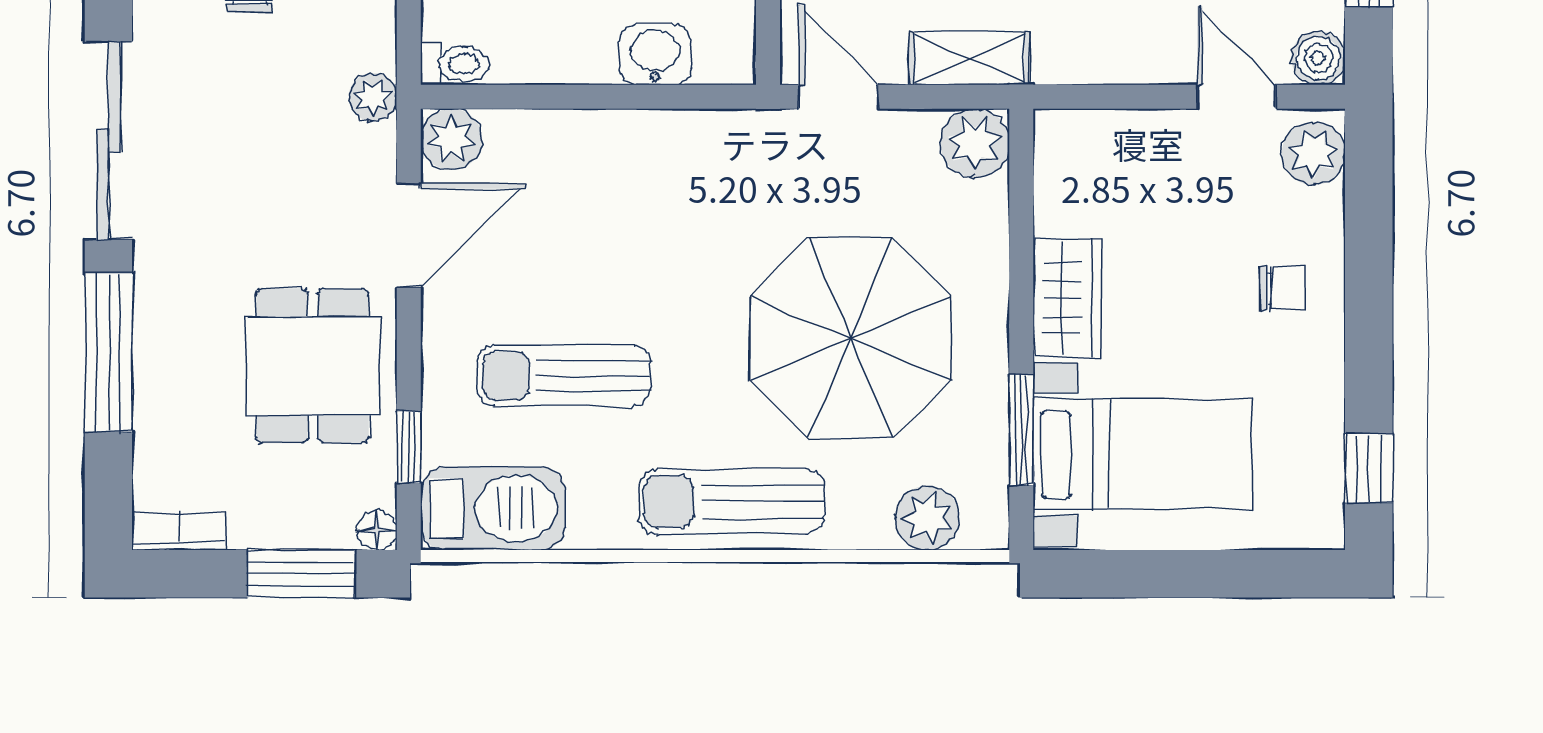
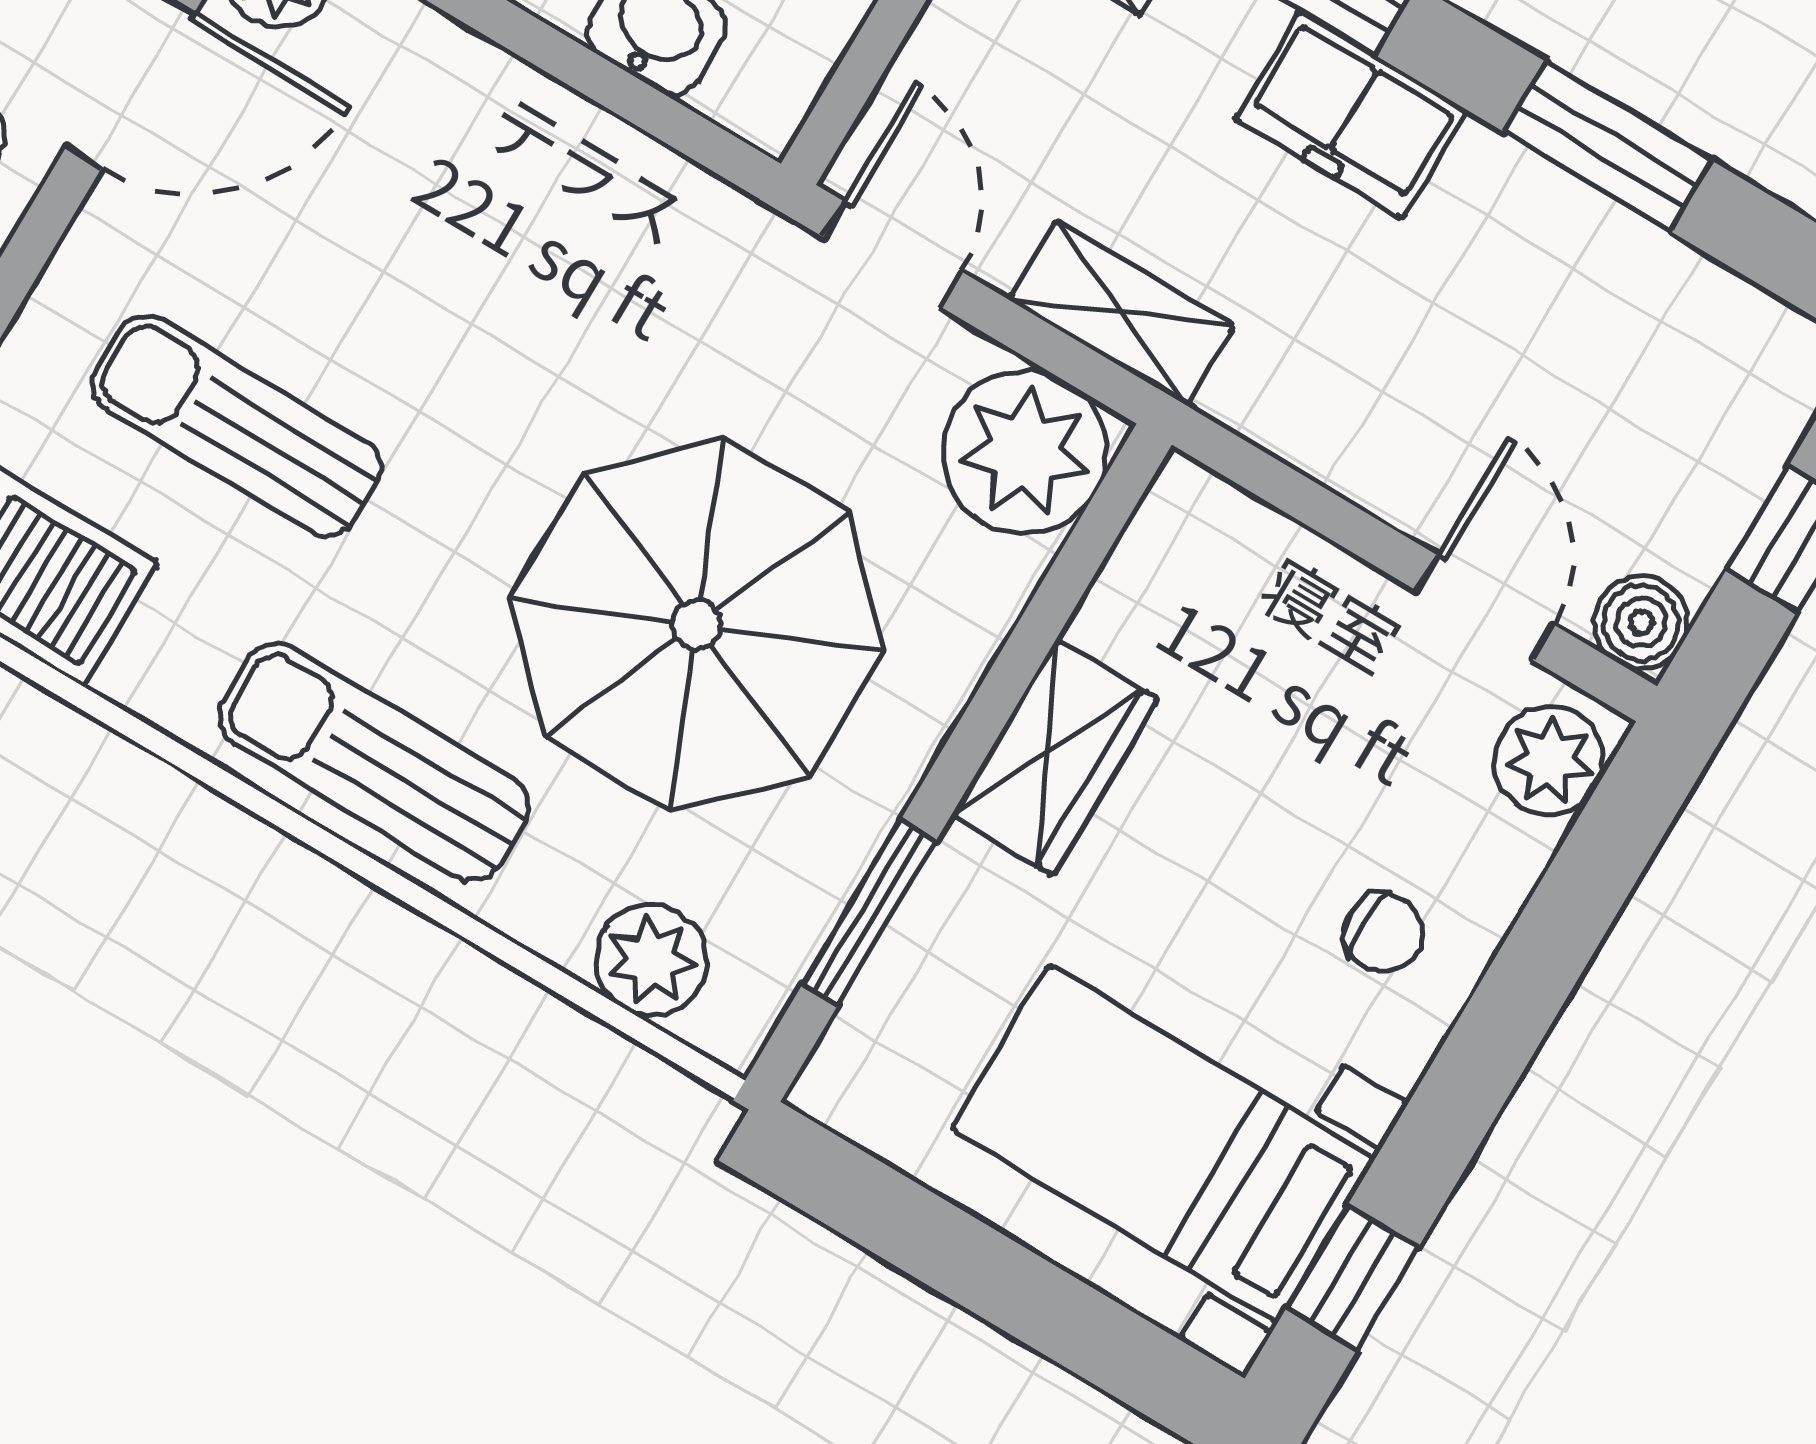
plant: (975, 143) -> (1025, 452), width x1.36, depth x1.36
bed with nightstands: (1143, 455) -> (1164, 1144), moved, turned 180

